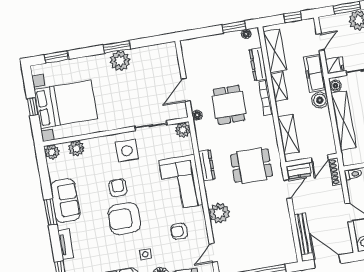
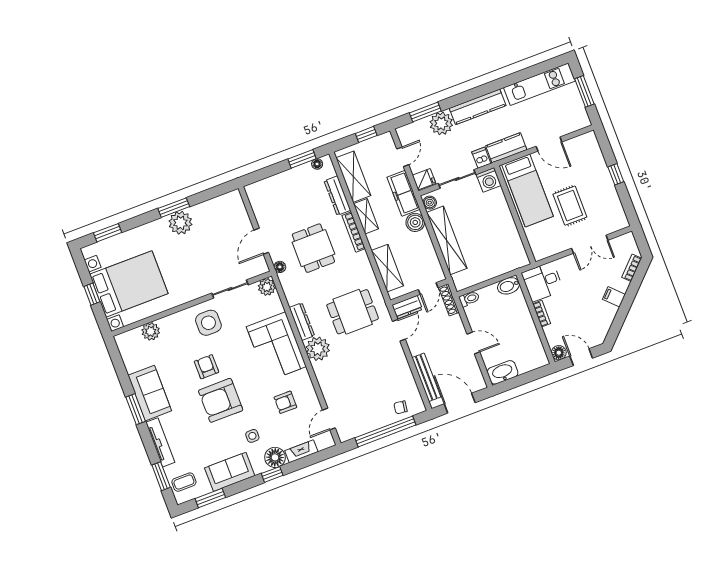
plant: (52, 152) -> (124, 341), removed
plant: (219, 213) -> (318, 349), moved
tv unit: (66, 244) -> (160, 442), width x1.41
chair: (276, 255) -> (401, 407), added

